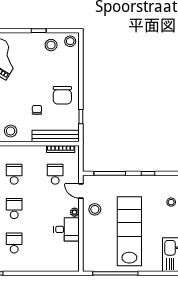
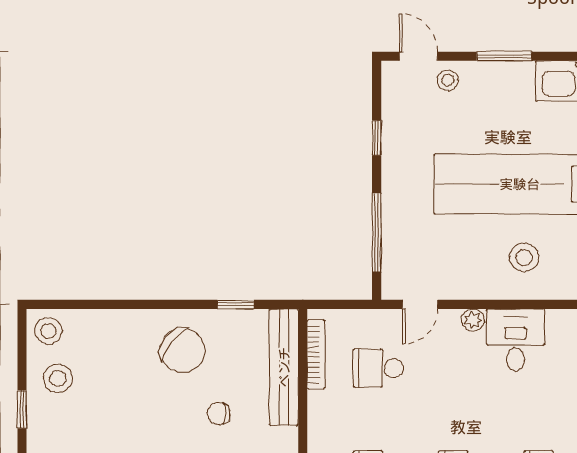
chair: (62, 95) -> (183, 350), turned 38
stool: (95, 209) -> (524, 258), moved

